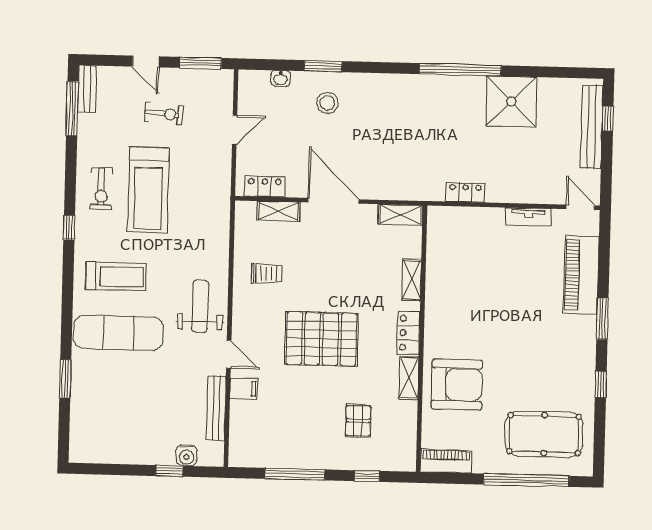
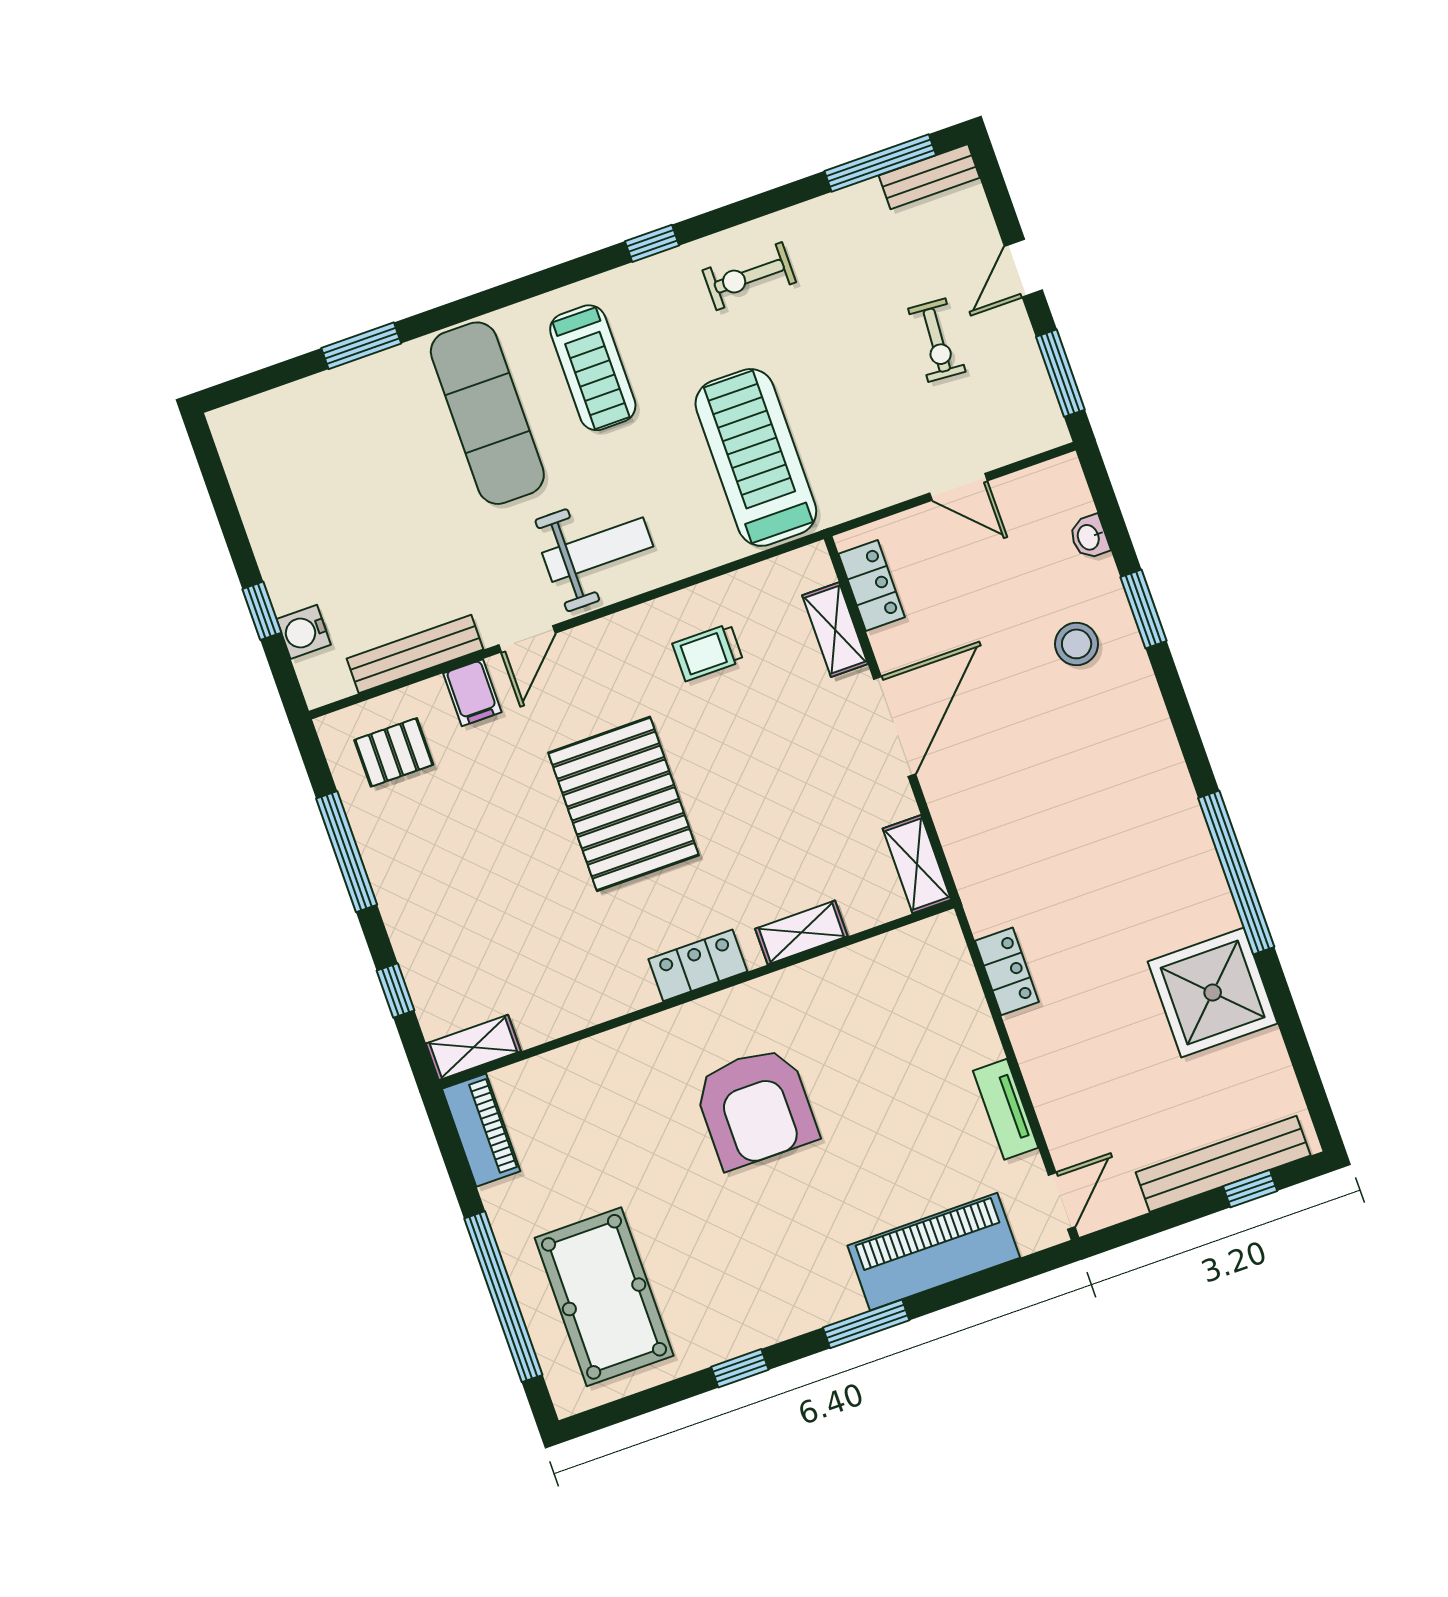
treadmill: (148, 190) -> (756, 457), moved, turned 90
trolley: (267, 274) -> (708, 652), turned 90
shelving: (409, 378) -> (473, 1047), moved
armchair: (457, 384) -> (756, 1107), moved
pallet: (358, 421) -> (394, 752), moved

